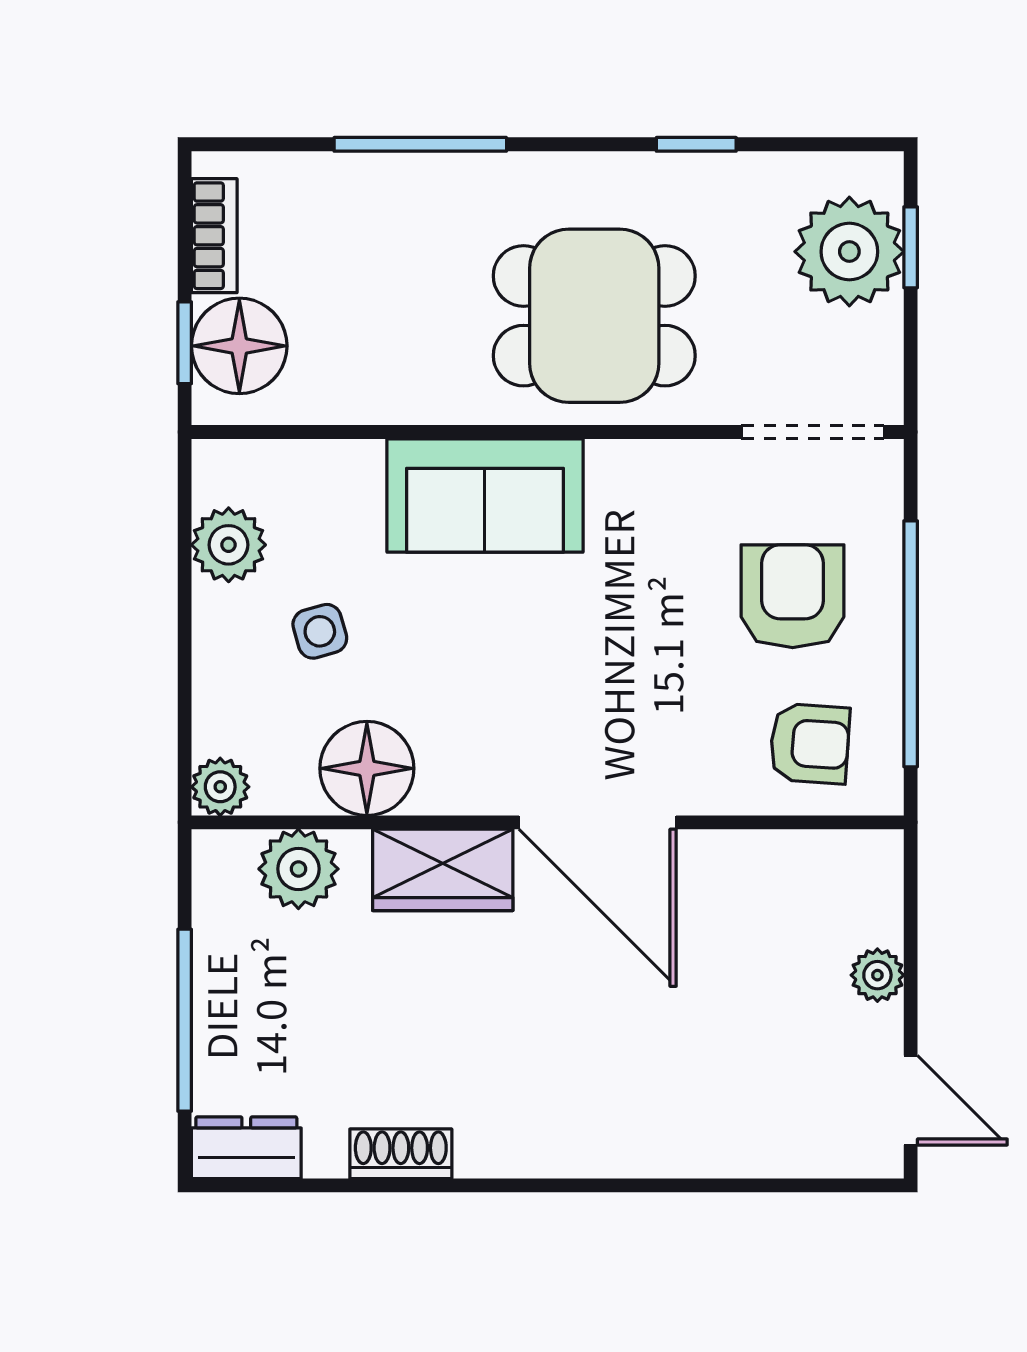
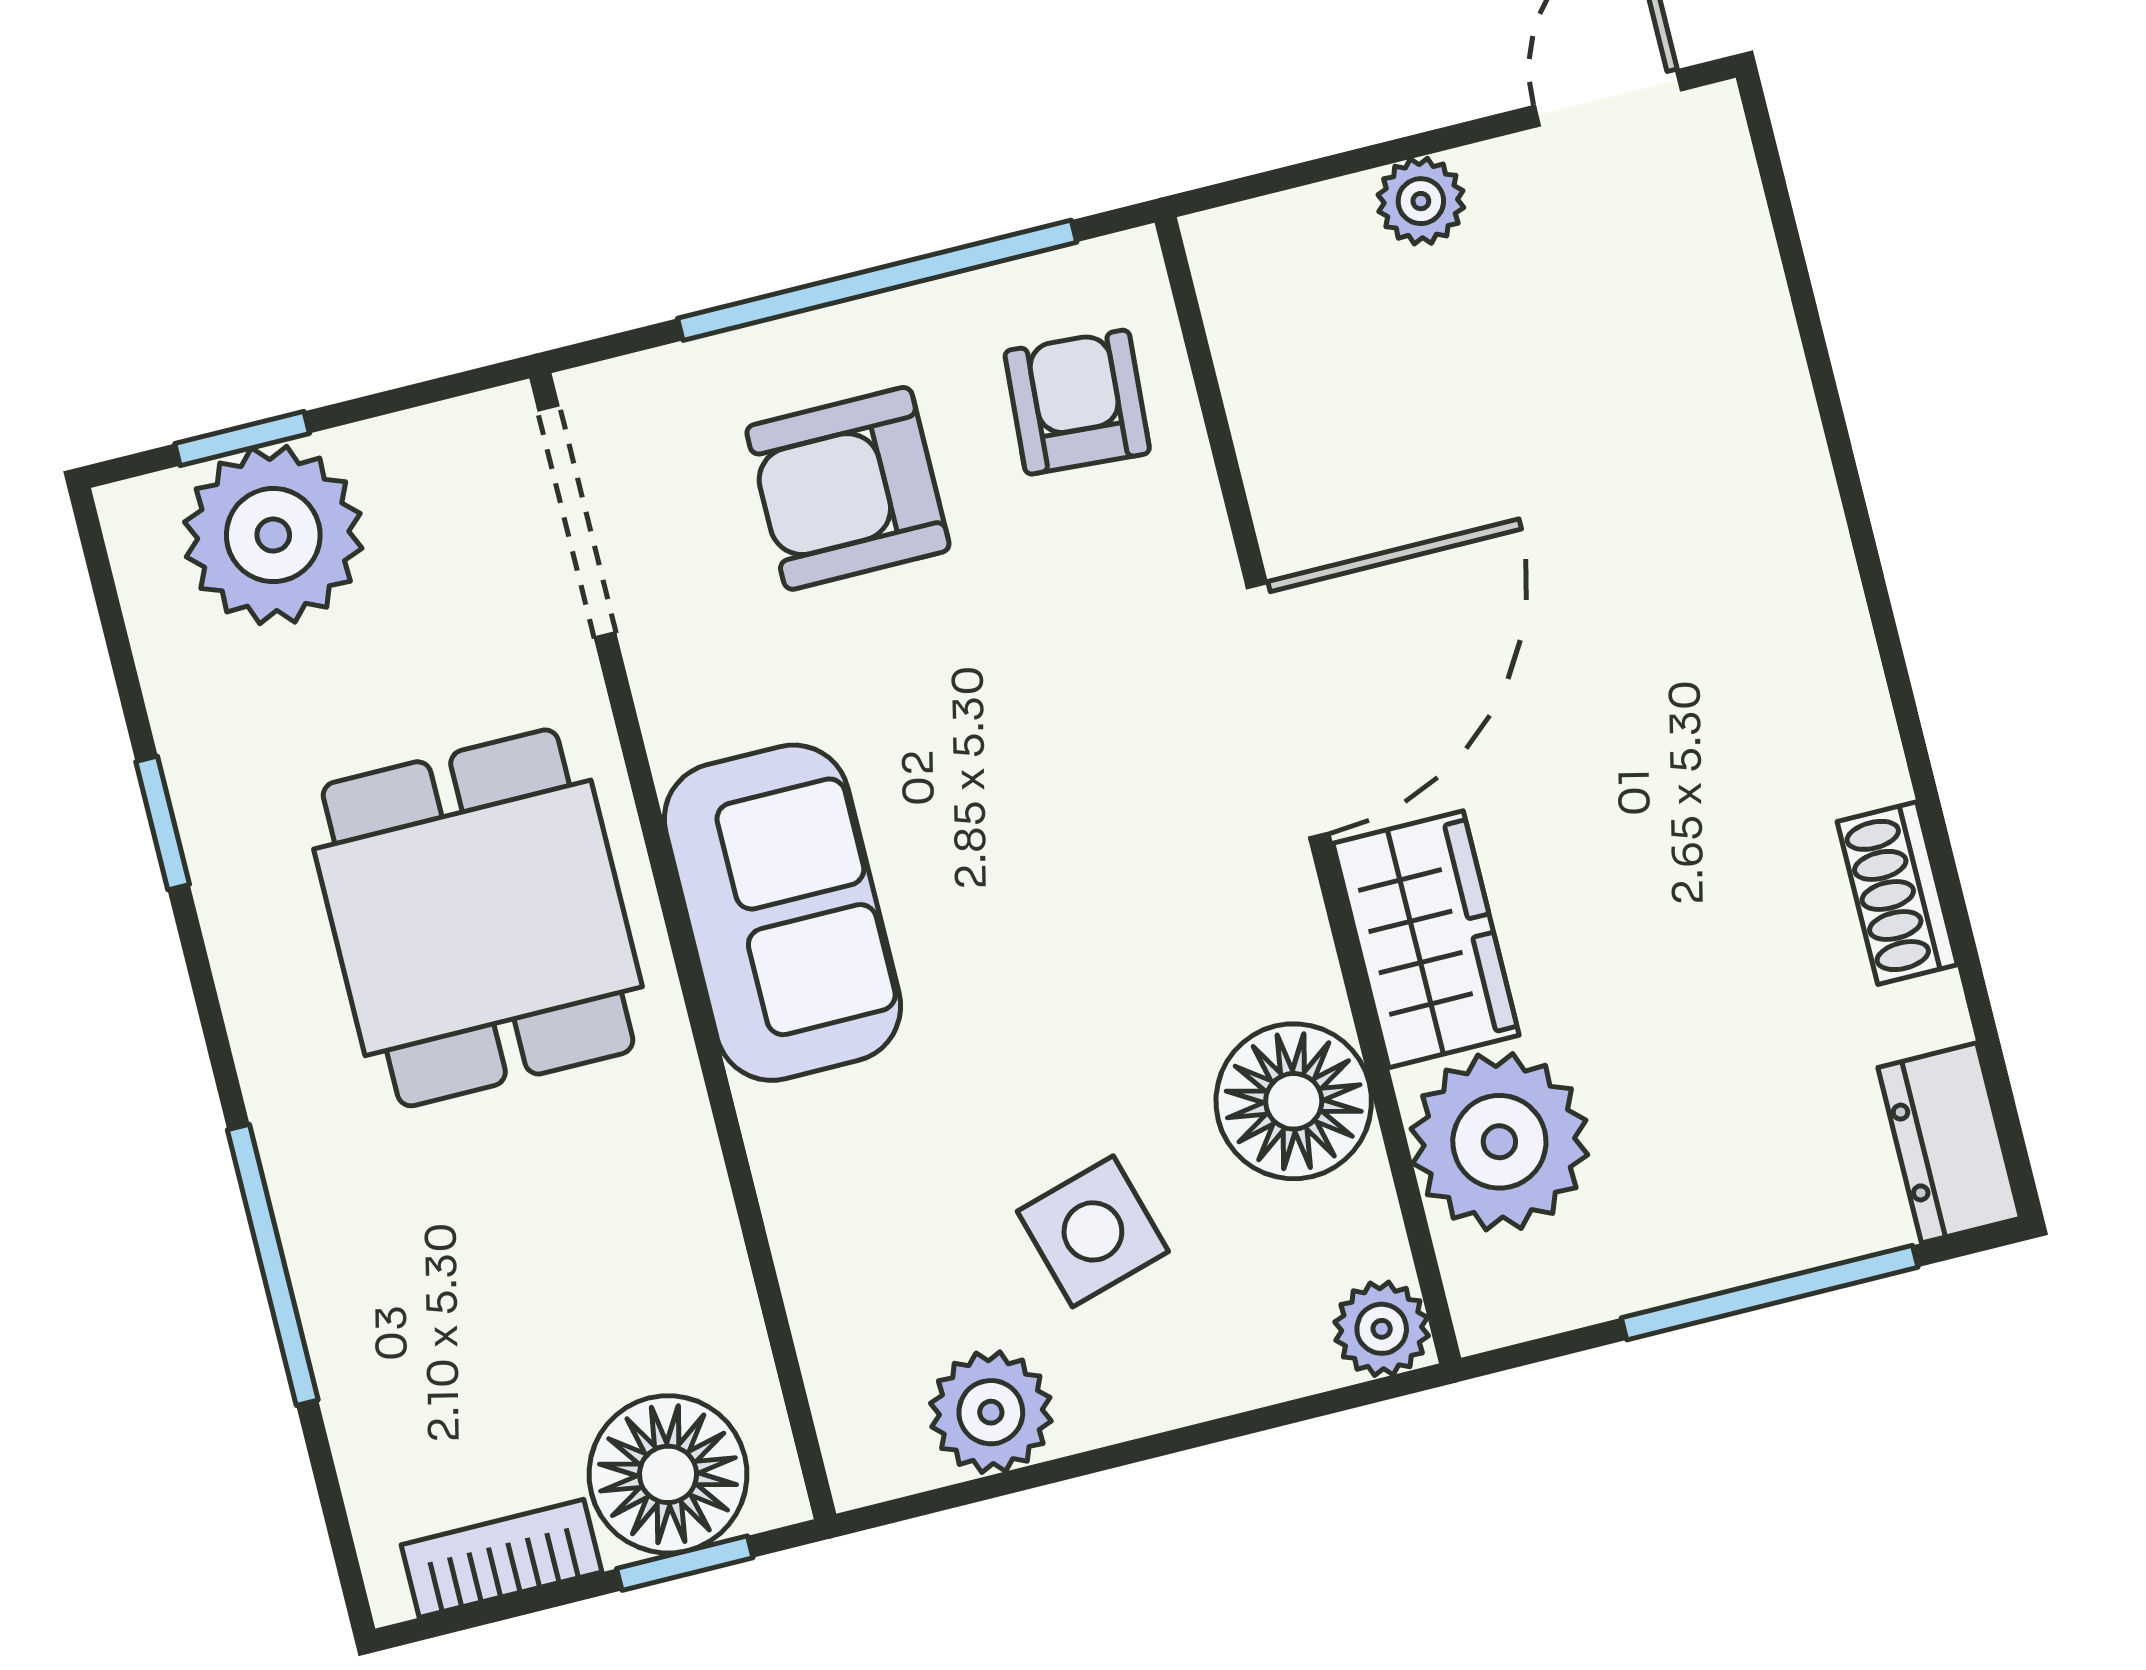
sofa: (485, 496) -> (782, 913), moved
side table: (320, 631) -> (1093, 1231), width x1.37, depth x1.37
plant: (298, 869) -> (1499, 1142), width x1.36, depth x1.36

